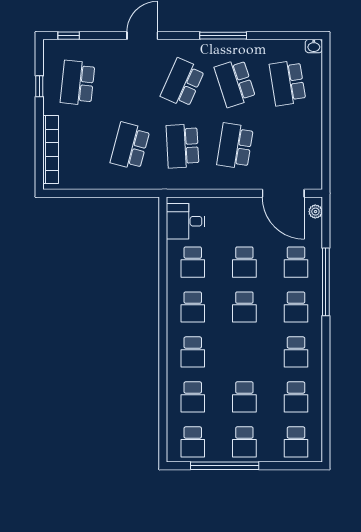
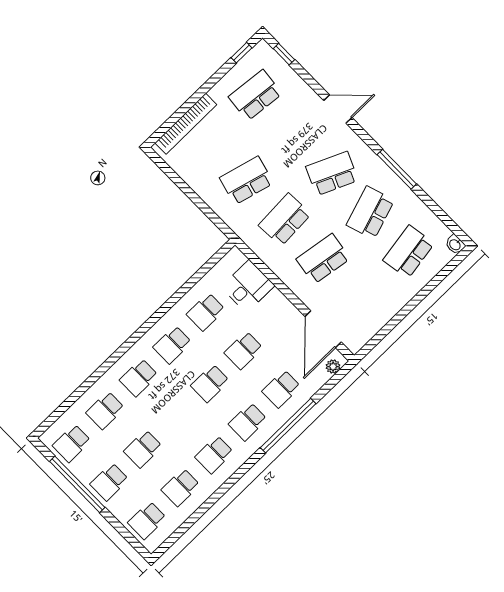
window: (39, 86) -> (241, 53), moved
desk: (186, 221) -> (248, 286), moved, turned 90

